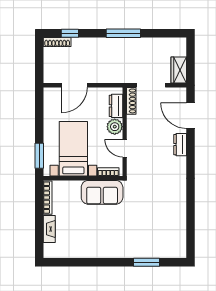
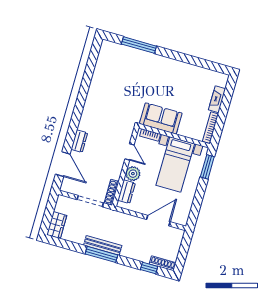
bench: (125, 43) -> (103, 245), added
wardrobe: (179, 70) -> (57, 225), moved
window: (146, 262) -> (139, 45), width x1.44

